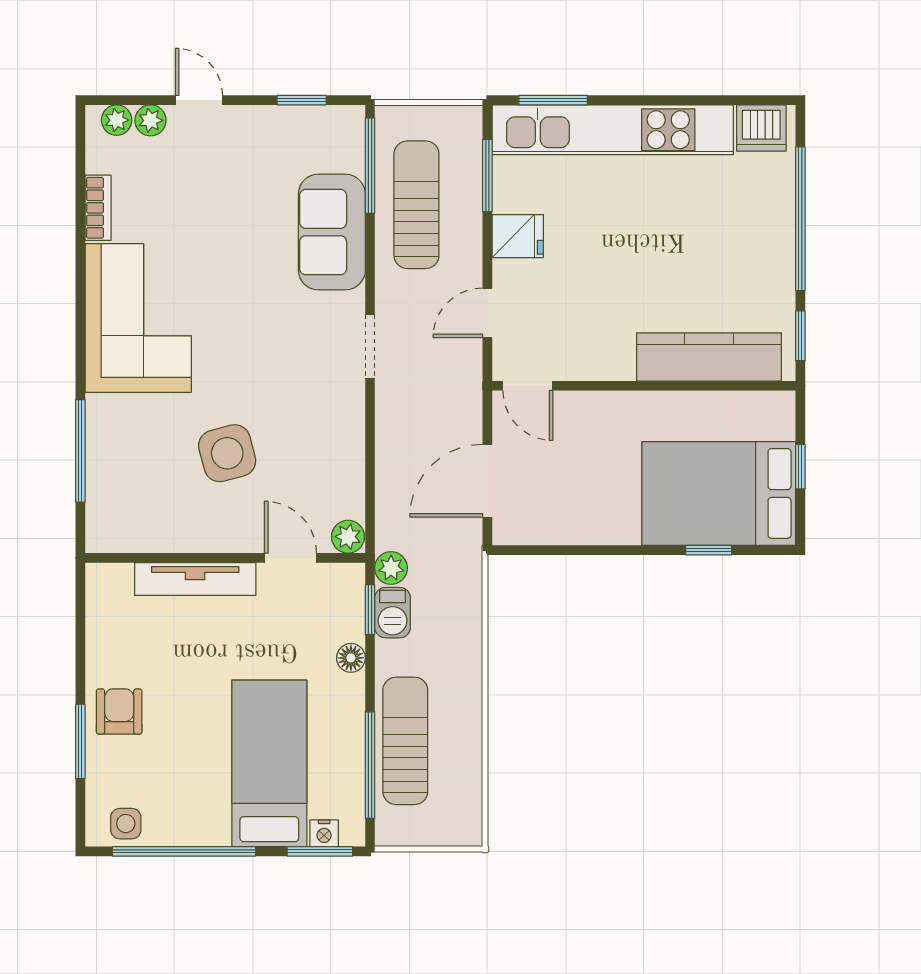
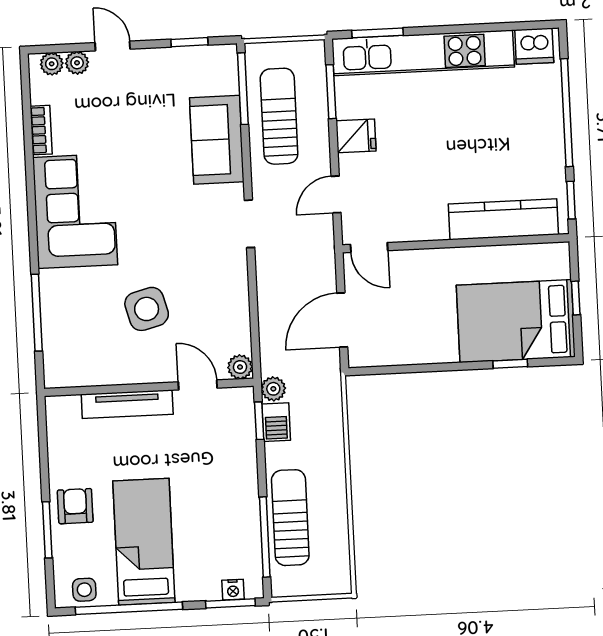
floor lamp: (351, 658) -> (247, 458), removed
bed: (269, 763) -> (144, 542), moved

